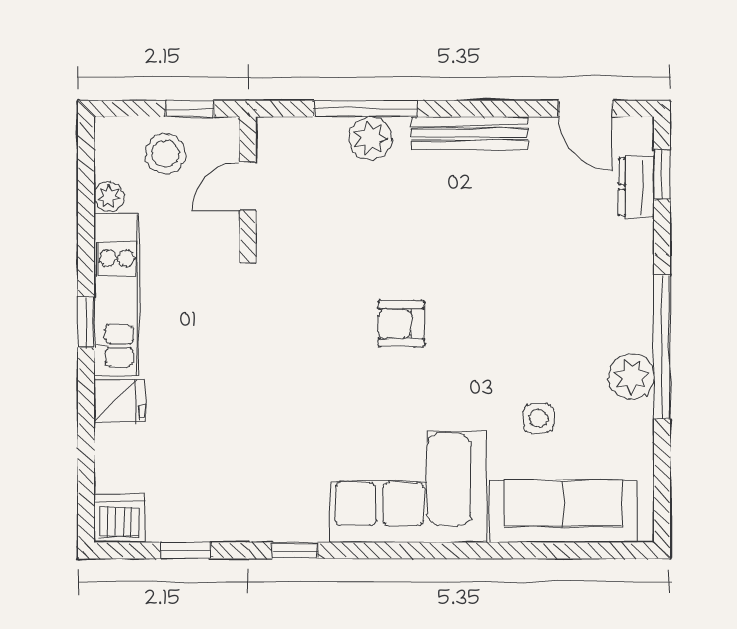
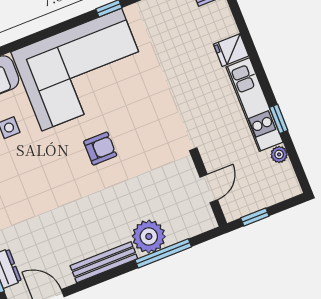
plant: (371, 138) -> (149, 236), width x1.36, depth x1.36
stool: (165, 154) -> (258, 188), removed
window: (86, 322) -> (279, 119), moved
corner sofa: (408, 487) -> (82, 70), width x1.36, depth x1.36

